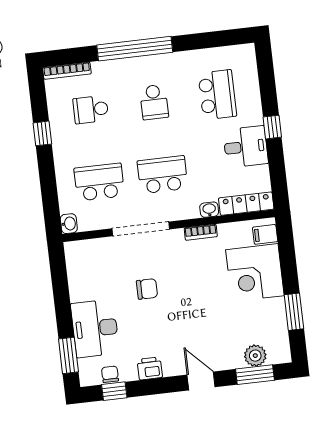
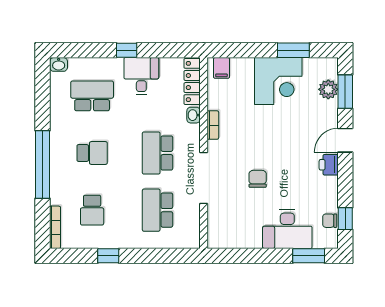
washbasin: (69, 224) -> (59, 64), moved, turned 180
corner desk: (255, 273) -> (278, 81), moved
printer: (150, 368) -> (329, 165), moved

